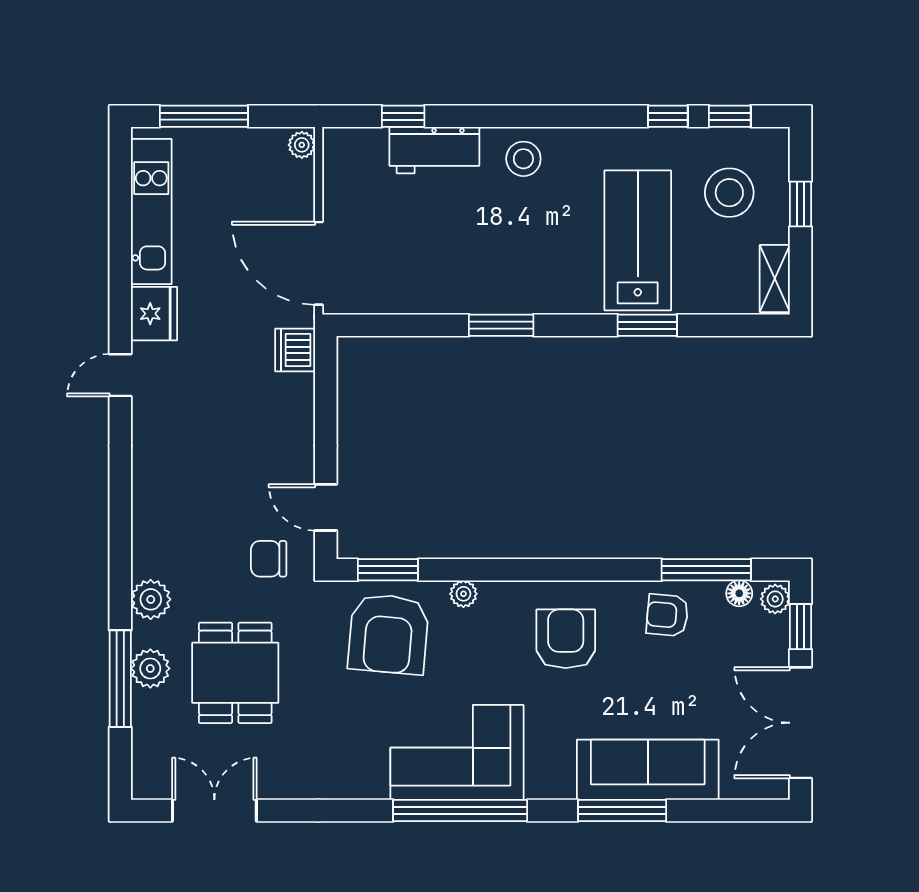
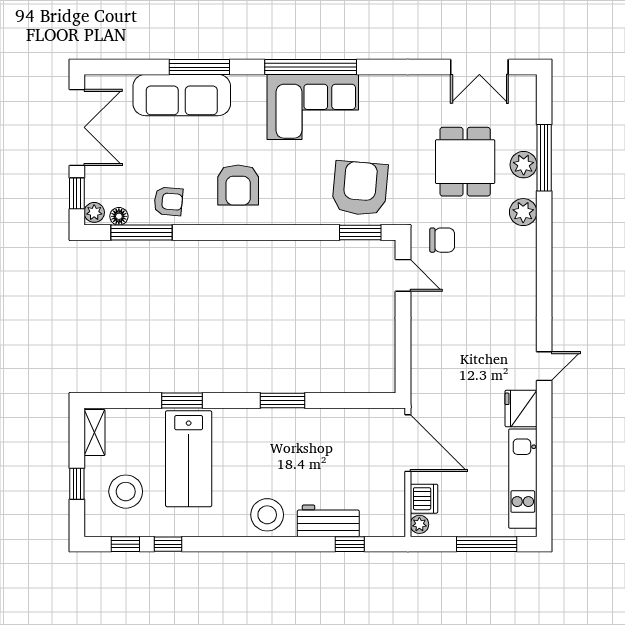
stool: (523, 159) -> (267, 515), width x1.38, depth x1.38
dishwasher: (295, 350) -> (424, 499), moved
plant: (463, 594) -> (308, 216), removed

